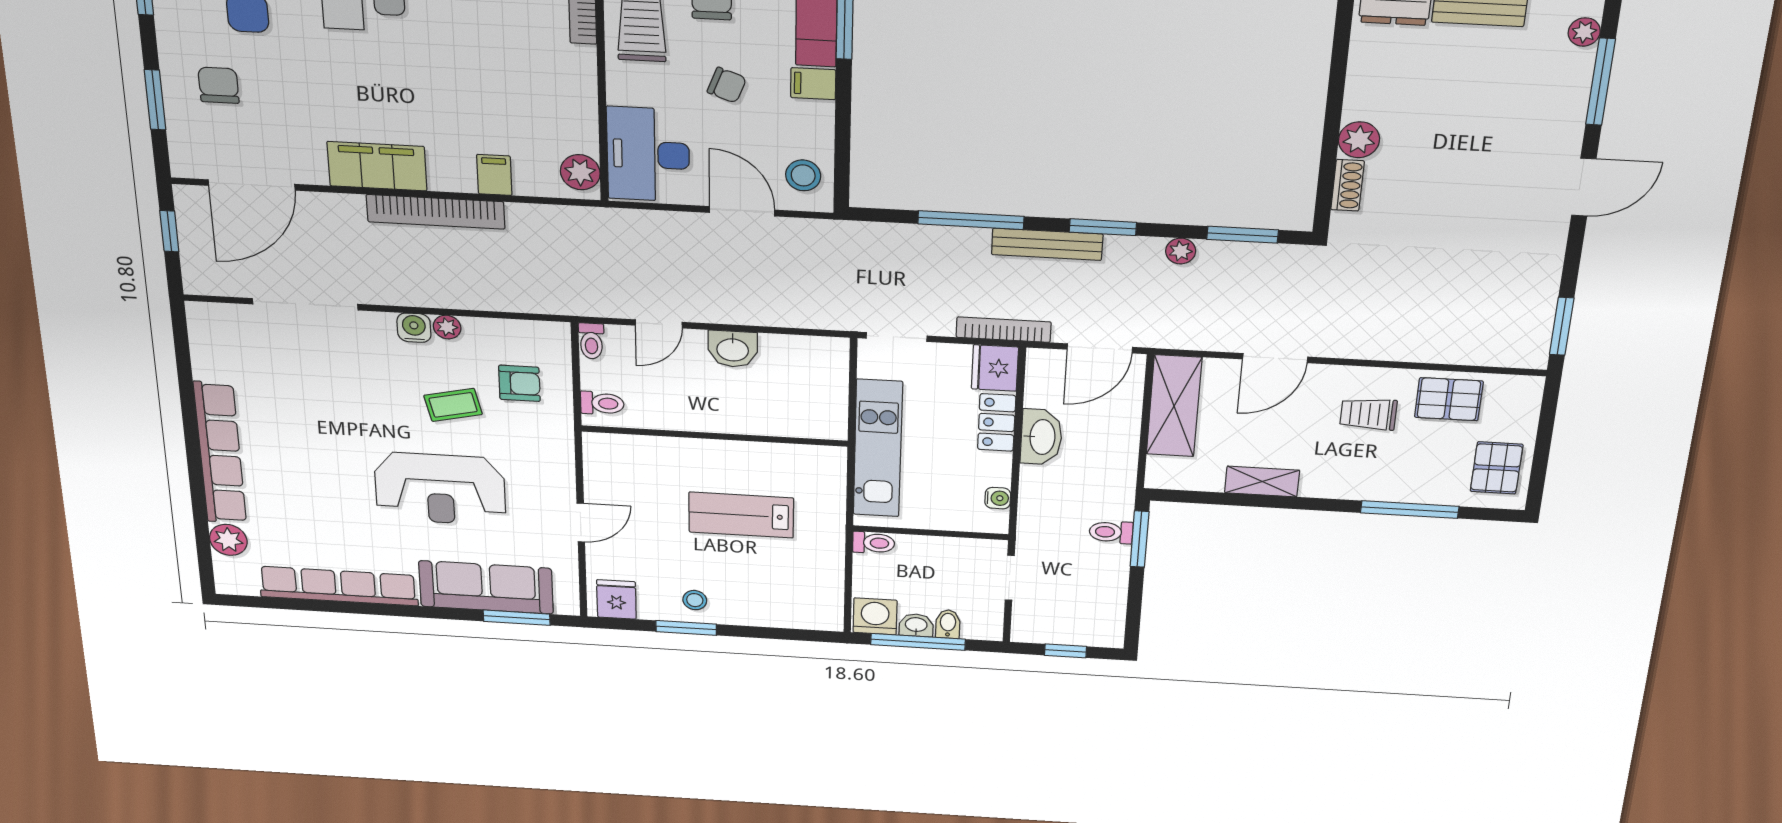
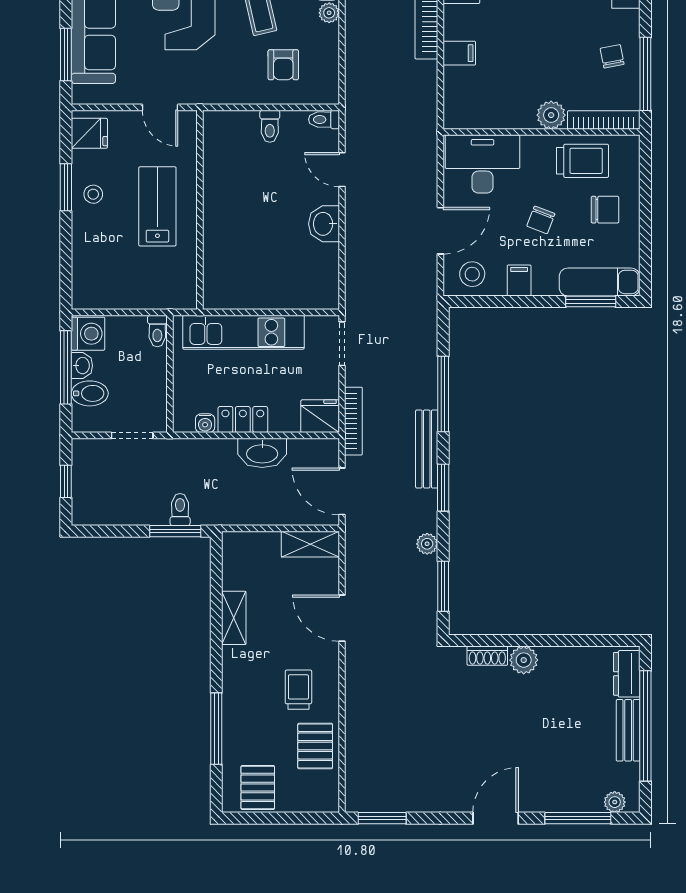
filing cabinet: (813, 84) -> (519, 280), moved
plant: (580, 172) -> (551, 115), moved
door: (1584, 187) -> (496, 818), swing flipped
shelving: (1174, 406) -> (310, 544), width x0.67, depth x0.75
locker: (997, 422) -> (243, 420), moved
wall: (714, 436) -> (200, 210), moved
pallet: (1497, 468) -> (258, 787), turned 90
lab bench: (741, 515) -> (157, 206), moved
bidet: (948, 624) -> (90, 393), width x1.38, depth x1.36

